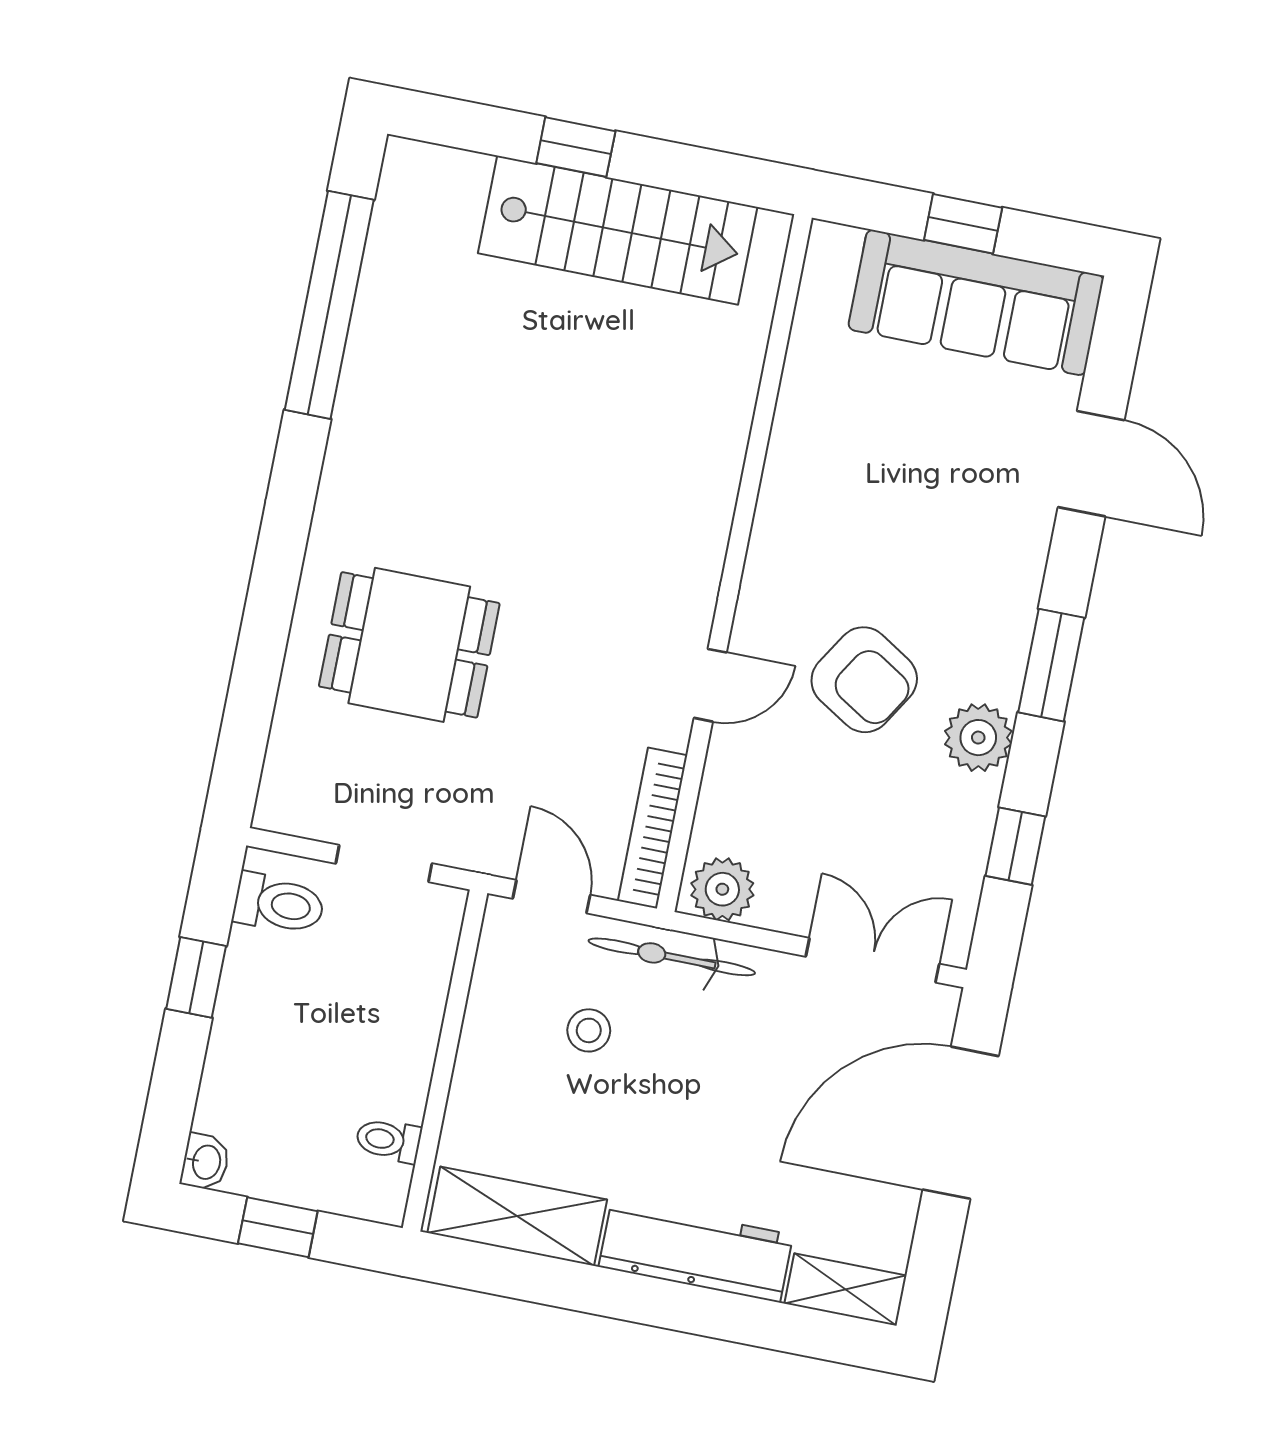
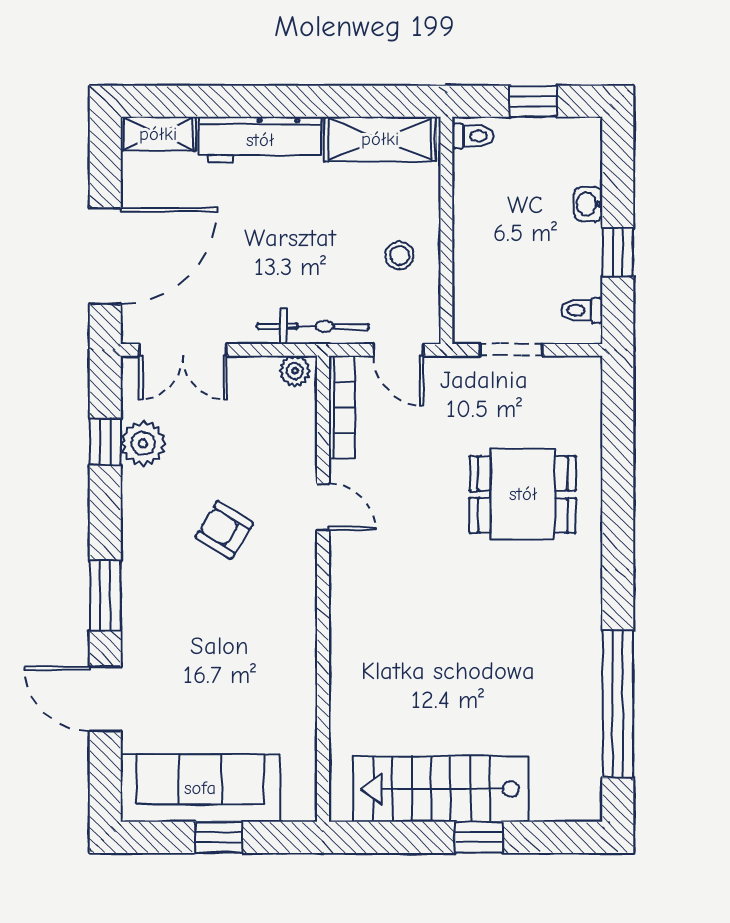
window: (1051, 665) -> (105, 595), moved
armchair: (864, 680) -> (224, 530), width x0.72, depth x0.72
door: (710, 685) -> (323, 507), swing flipped
plant: (978, 738) -> (143, 443), moved
plant: (722, 889) -> (295, 371), width x0.73, depth x0.73
toilet: (279, 904) -> (582, 310), width x0.73, depth x0.72
stool: (589, 1030) -> (400, 255), moved
toilet: (389, 1140) -> (473, 136), moved
washbasin: (205, 1162) -> (588, 204), moved

